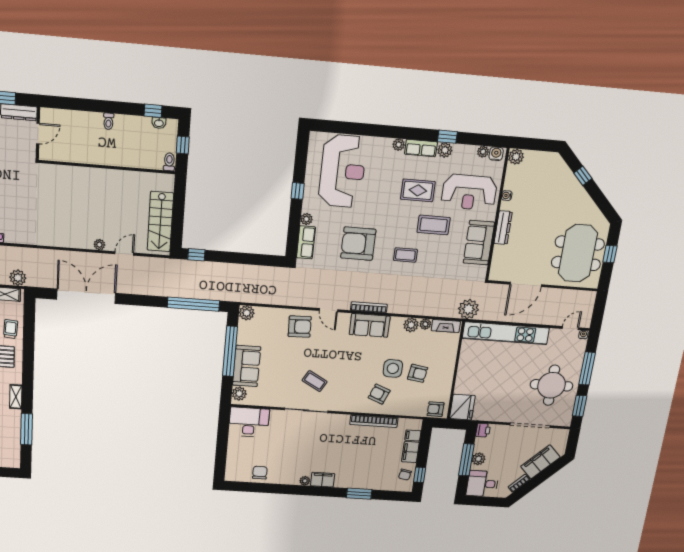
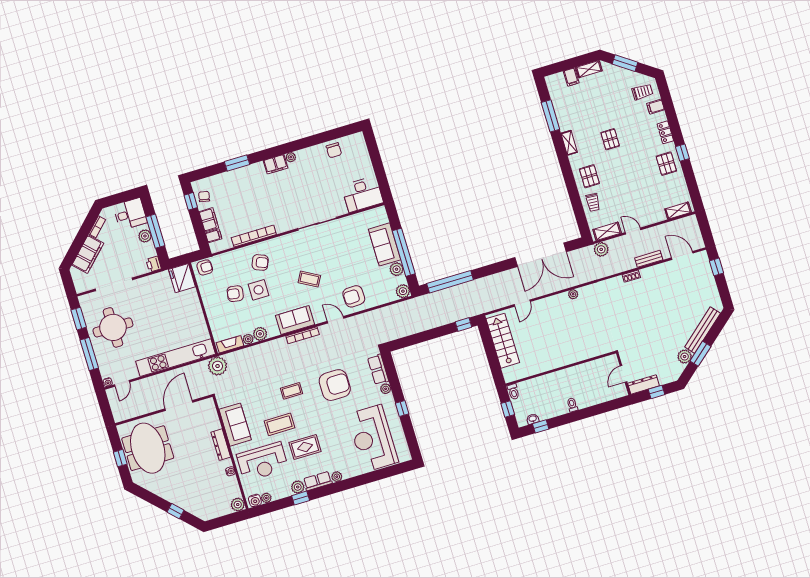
reception desk: (469, 192) -> (262, 462), turned 180
plant: (99, 245) -> (573, 294), moved
coffee table: (315, 381) -> (309, 279), moved
plant: (239, 394) -> (397, 269), moved

